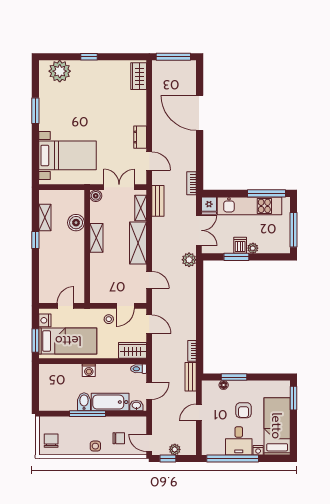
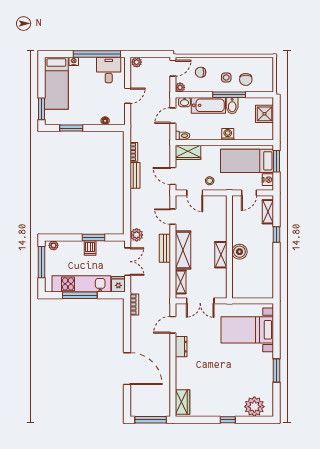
door: (149, 161) -> (173, 325), hinge flipped
window: (267, 193) -> (80, 295), moved
boiler: (96, 196) -> (222, 293), removed
bench: (158, 201) -> (165, 248), moved
shelving: (45, 218) -> (268, 212), moved
boiler: (76, 223) -> (239, 252), moved
double door: (199, 230) -> (128, 262), swing flipped
window: (35, 240) -> (277, 234), moved
plant: (253, 248) -> (54, 245), moved
door: (125, 306) -> (195, 193), swing flipped
bench: (191, 377) -> (135, 175), moved
window: (234, 377) -> (71, 128), moved
shower: (48, 393) -> (265, 114), added
armchair: (244, 410) -> (87, 98), removed
plant: (141, 422) -> (180, 87), added
chair: (51, 441) -> (246, 79), moved
desk: (239, 441) -> (109, 70), moved
door: (149, 443) -> (173, 68), hinge flipped
side table: (95, 446) -> (226, 77), moved
plant: (175, 449) -> (137, 62), moved
window: (168, 458) -> (156, 54), removed

